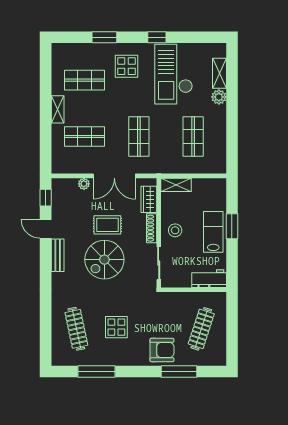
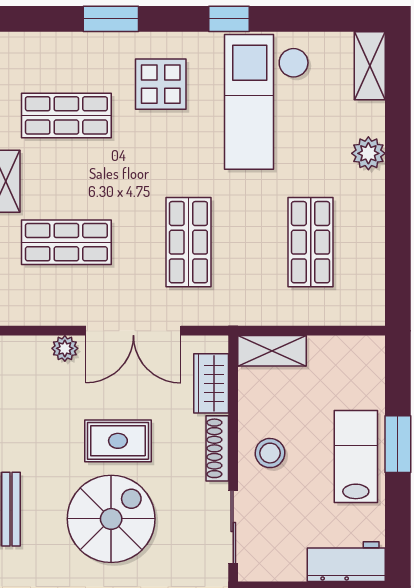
shelving: (219, 73) -> (370, 66), moved
spiral stairs: (104, 260) -> (111, 519), turned 180

